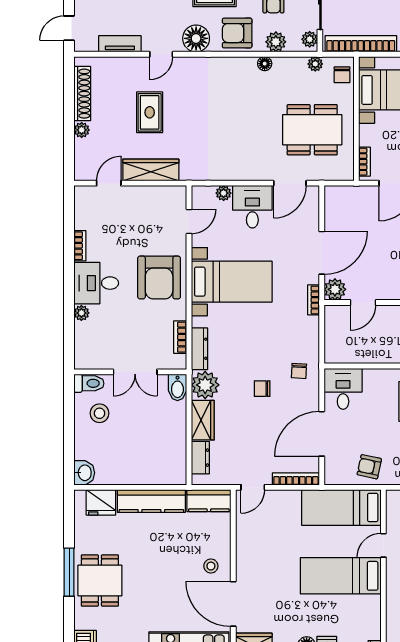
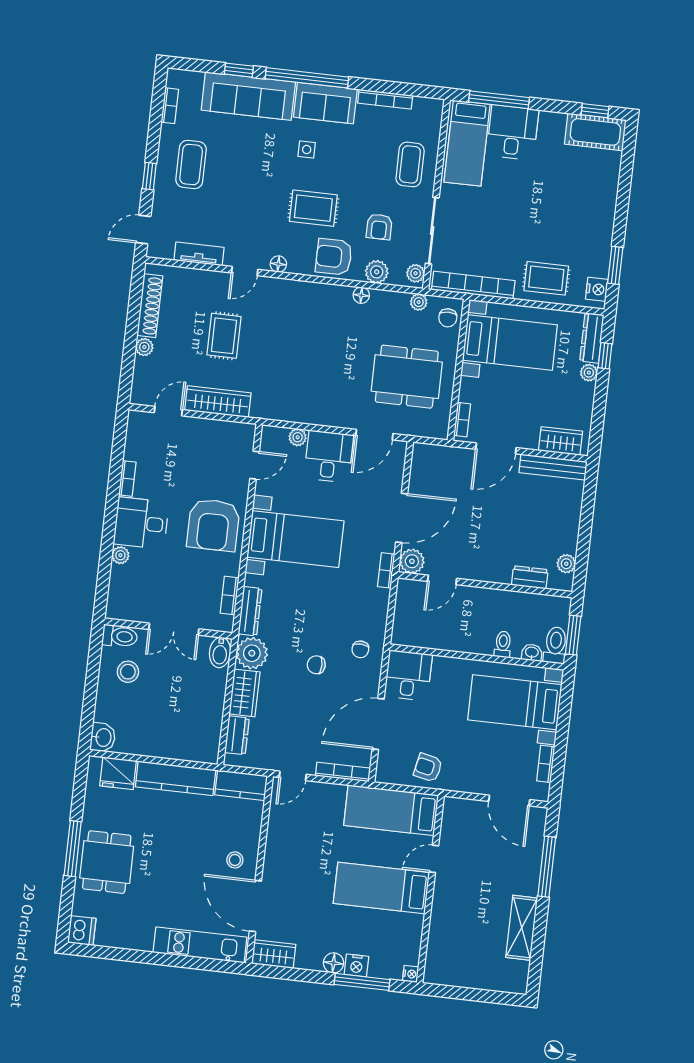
floor lamp: (196, 38) -> (278, 264), width x0.53, depth x0.53

